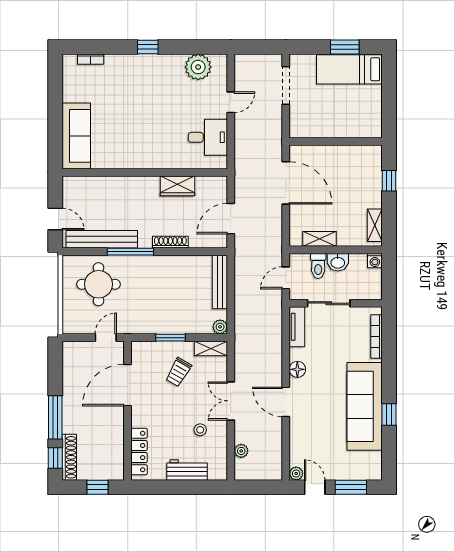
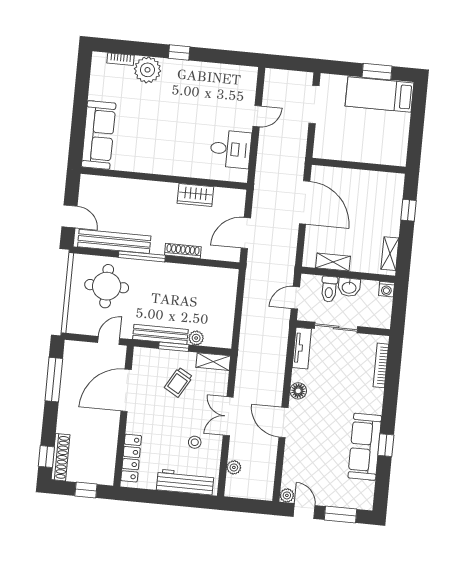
plant: (198, 67) -> (148, 70), moved
bench: (220, 282) -> (160, 334), moved, turned 90
plant: (220, 327) -> (196, 338), moved
sofa: (365, 406) -> (365, 447), width x0.74, depth x0.79
window: (55, 417) -> (54, 380), moved
workbench: (187, 470) -> (185, 482), width x1.38

